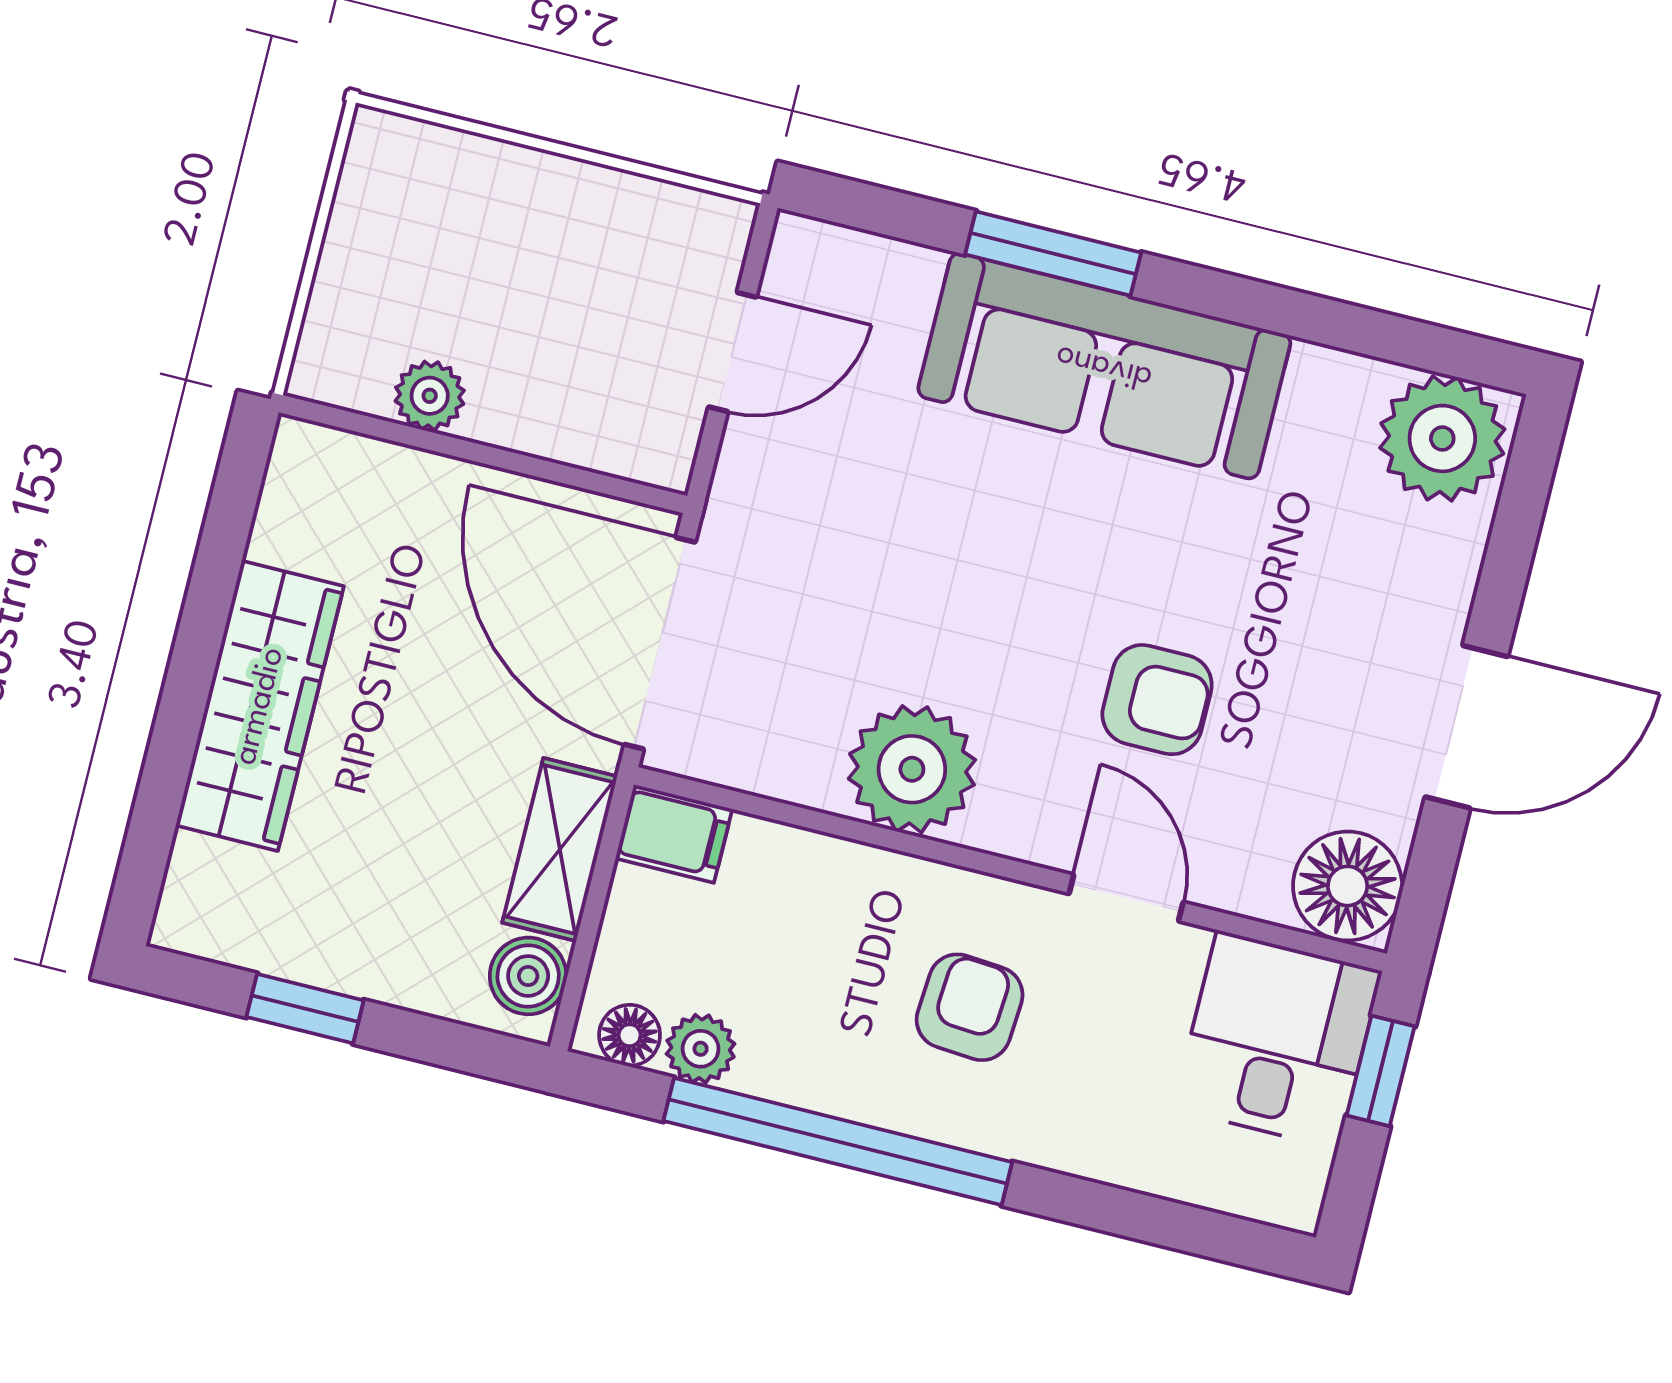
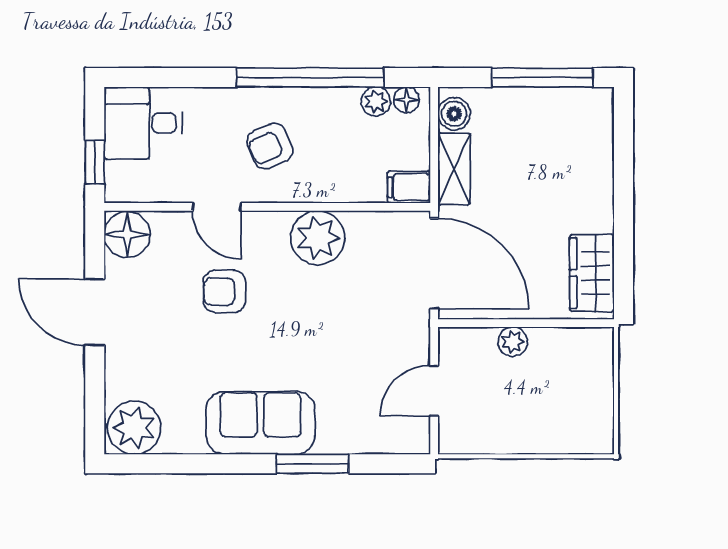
sofa: (1104, 366) -> (261, 423), width x0.73
plant: (430, 396) -> (513, 342), moved
wardrobe: (260, 706) -> (592, 273), moved, width x0.67
door: (1466, 727) -> (95, 312), hinge flipped
armchair: (970, 1007) -> (270, 146), turned 62
window: (305, 1009) -> (542, 78), width x2.17
desk: (1277, 1040) -> (143, 123), moved, turned 90

